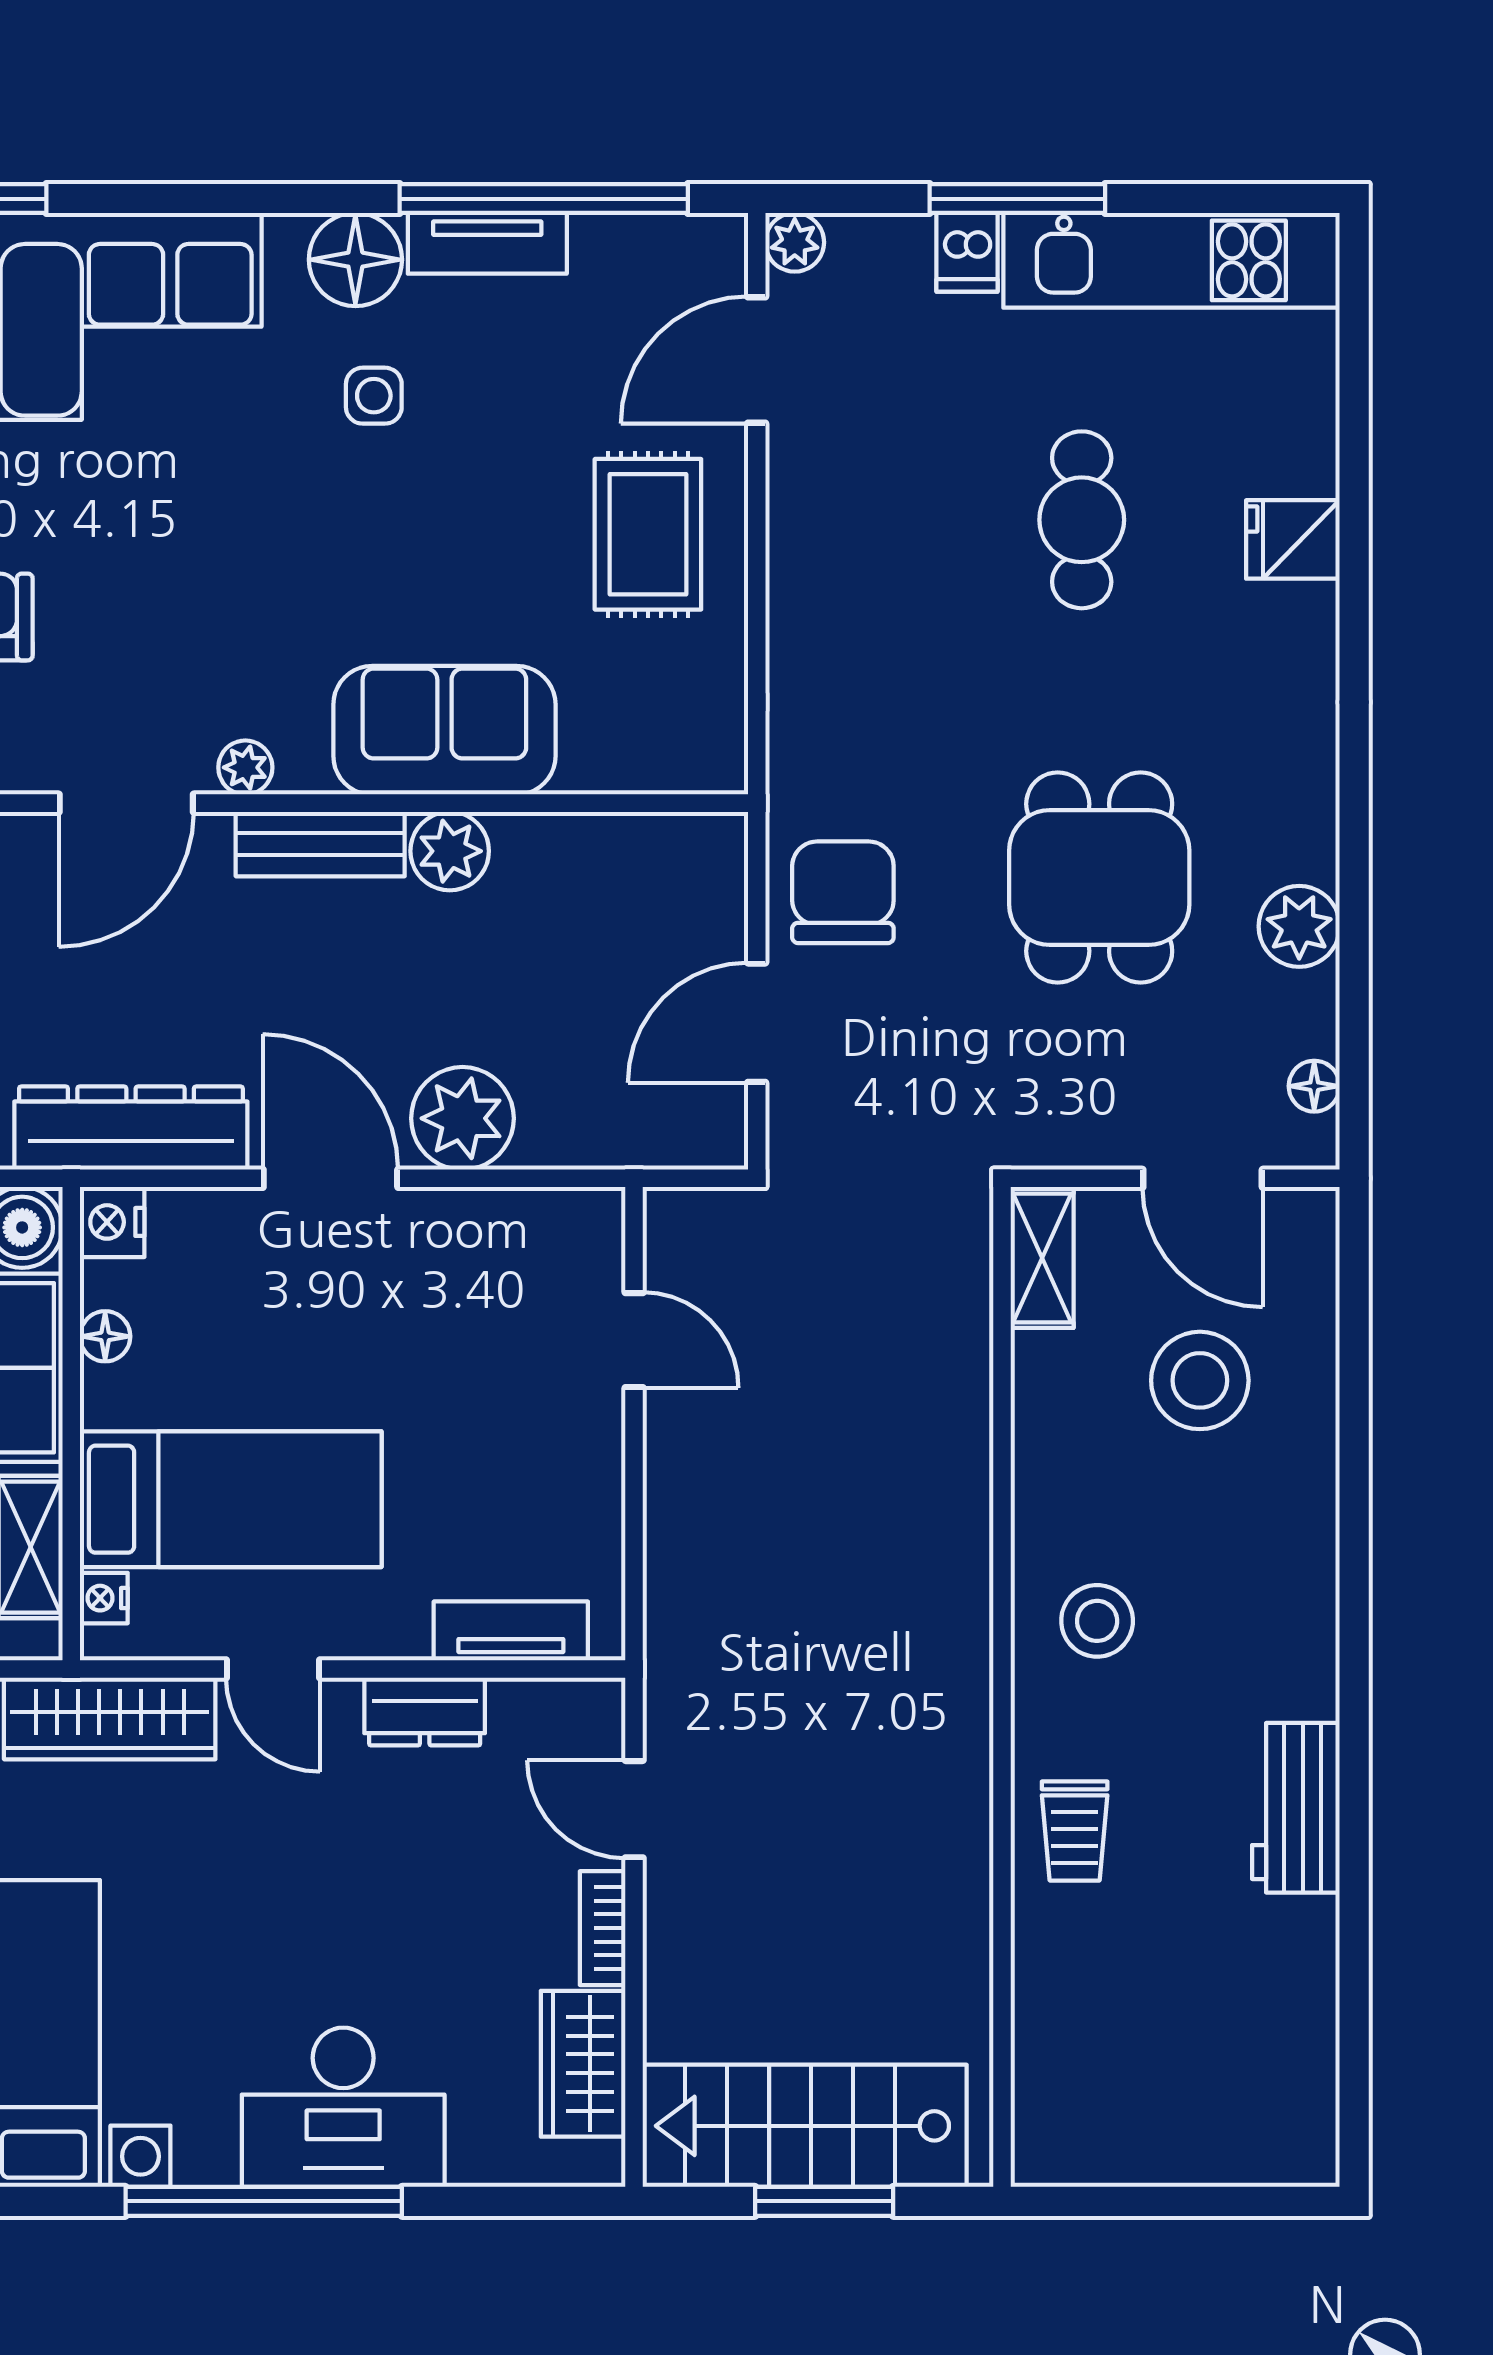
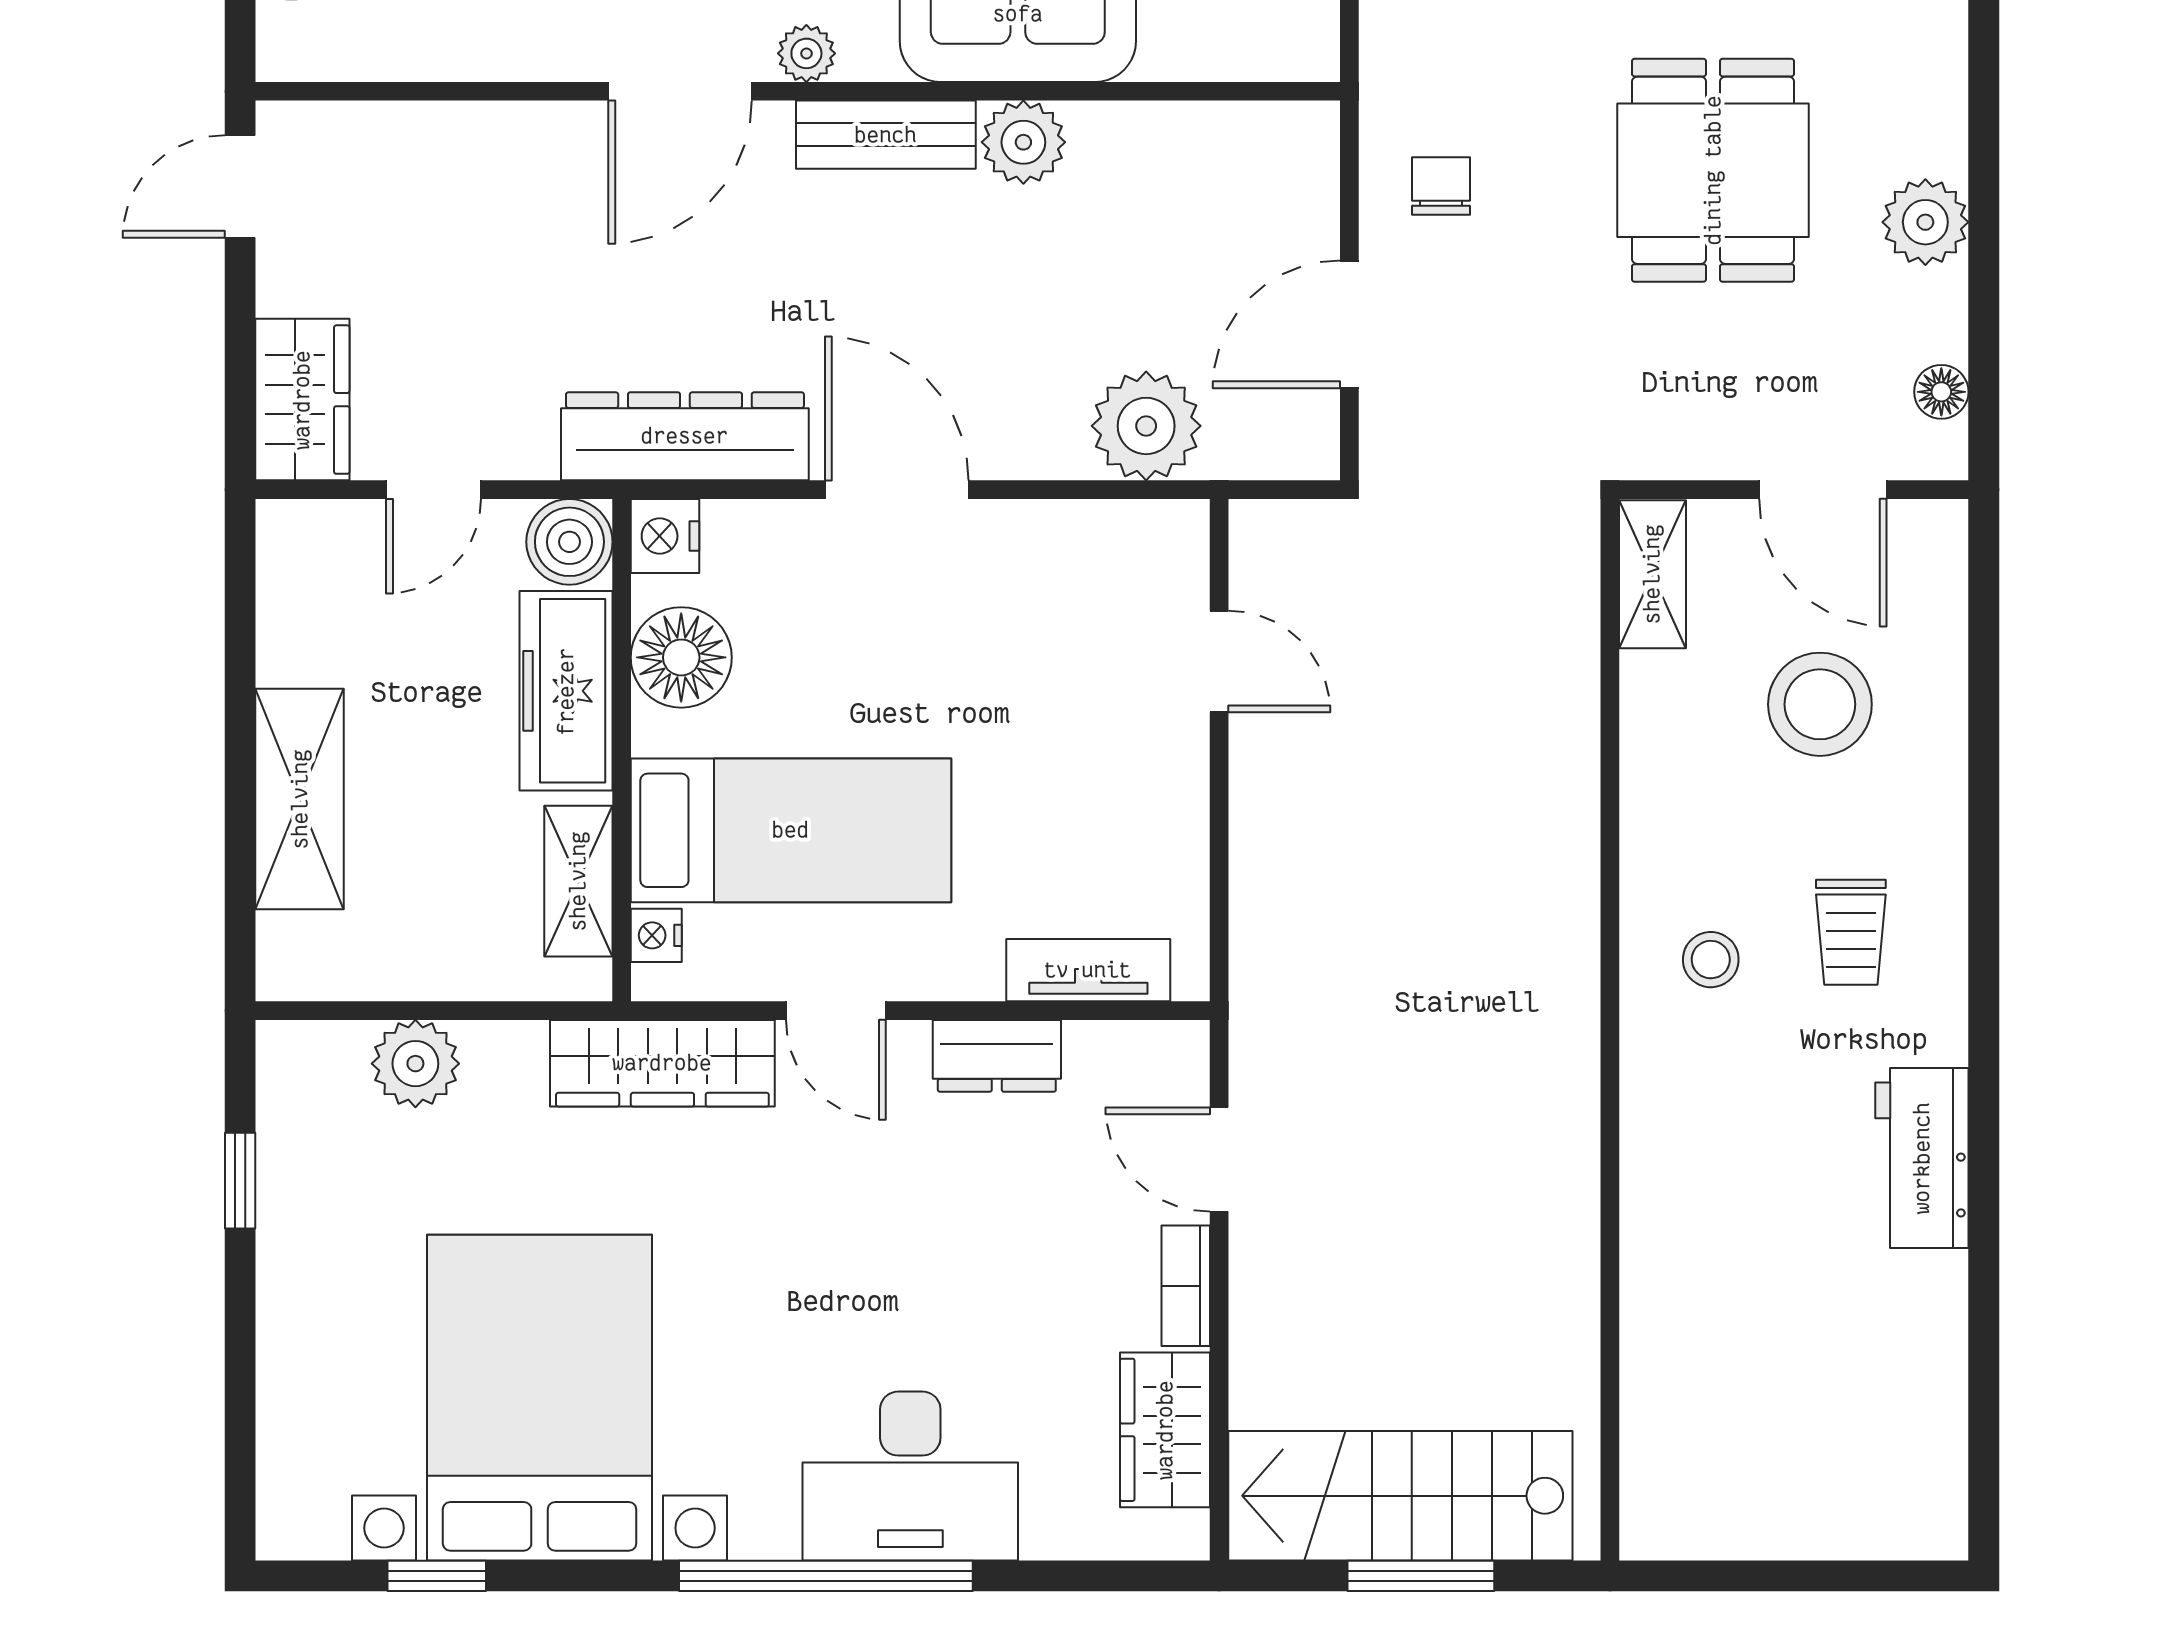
chair: (843, 892) -> (1441, 186), width x0.54, depth x0.54
plant: (462, 1118) -> (1146, 426), moved
floor lamp: (105, 1336) -> (681, 657), width x1.89, depth x1.89
stool: (1097, 1621) -> (1711, 960), width x0.73, depth x0.73
trolley: (1075, 1831) -> (1851, 932), moved

